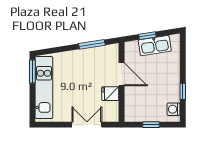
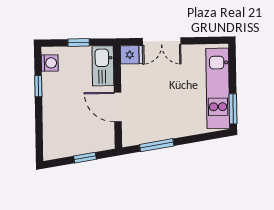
kitchen sink: (155, 46) -> (103, 66), moved, turned -81
fridge: (110, 94) -> (131, 55), moved

